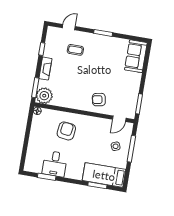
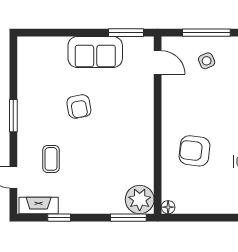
sofa: (136, 56) -> (95, 52), moved
fireplace: (45, 69) -> (39, 206), moved
armchair: (99, 100) -> (79, 106), moved

